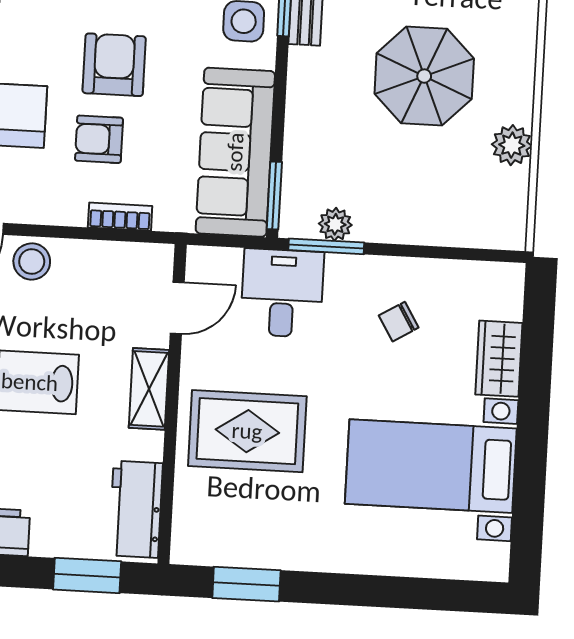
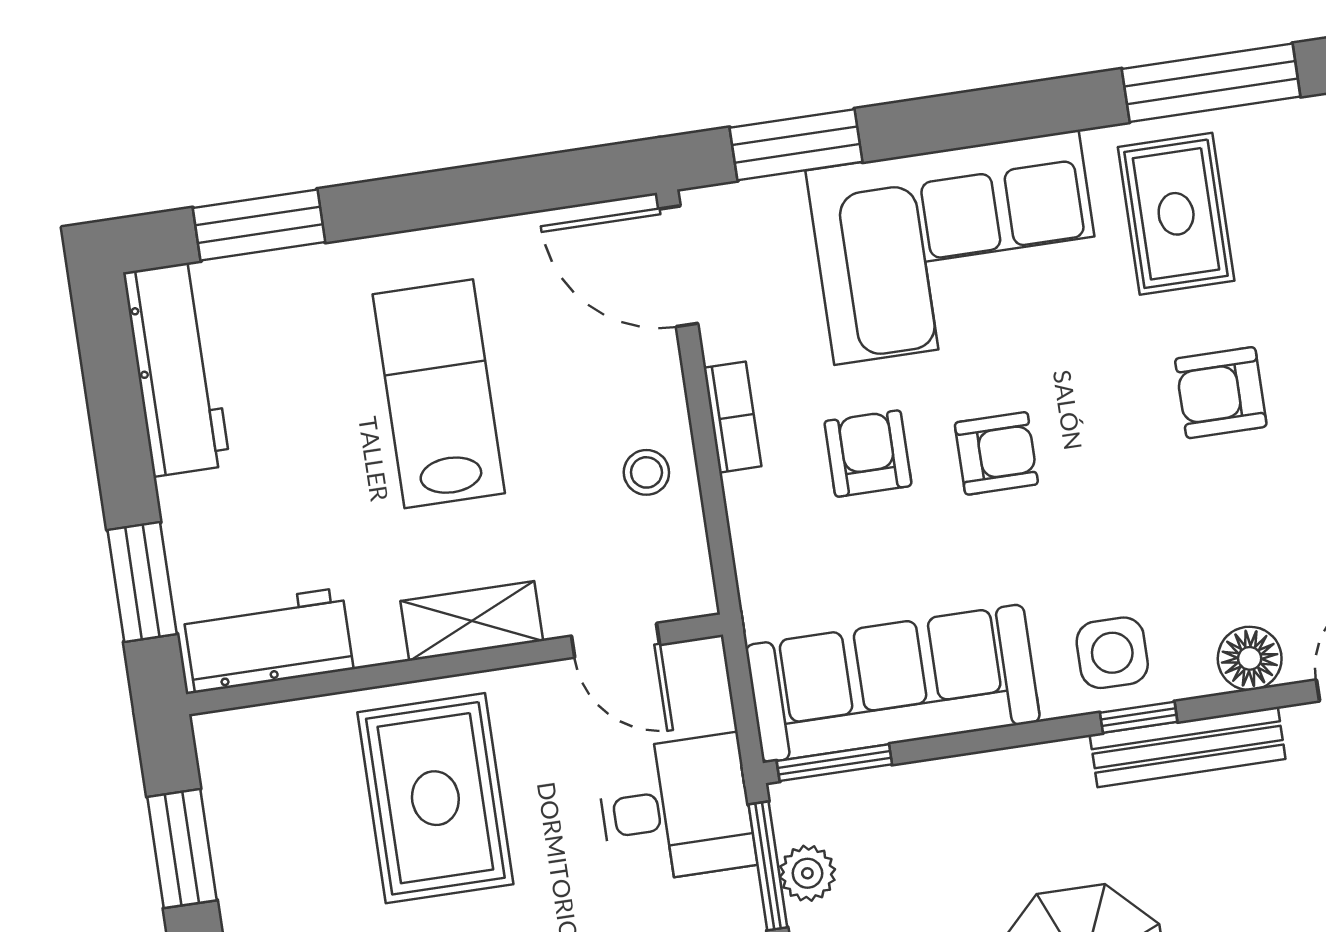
armchair: (114, 65) -> (996, 453), width x0.72, depth x0.72
bookcase: (120, 217) -> (732, 417), moved
stool: (32, 262) -> (646, 472), moved, width x0.73, depth x0.73

